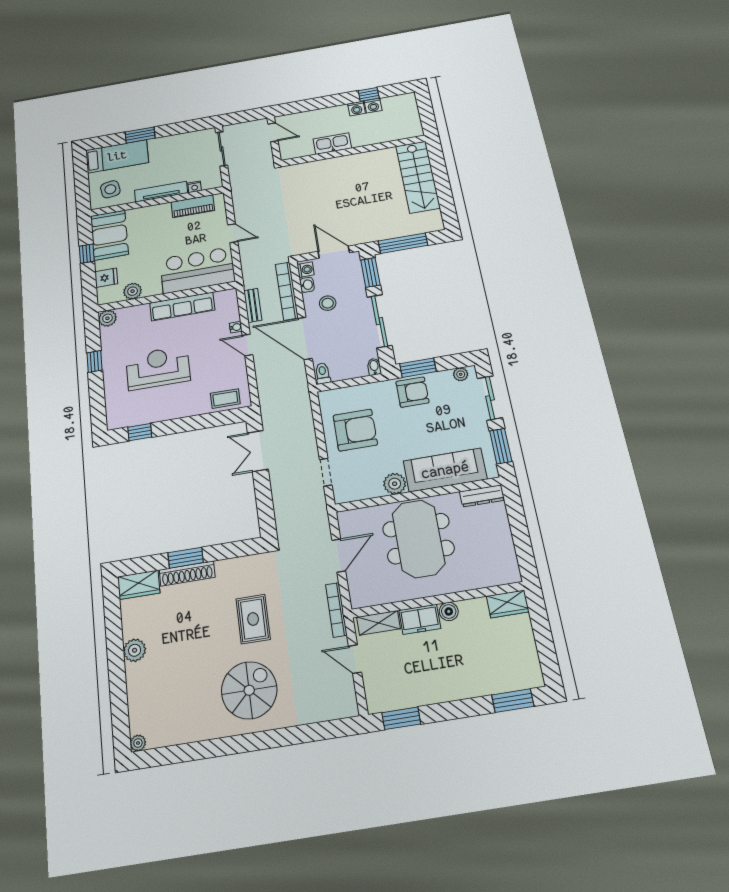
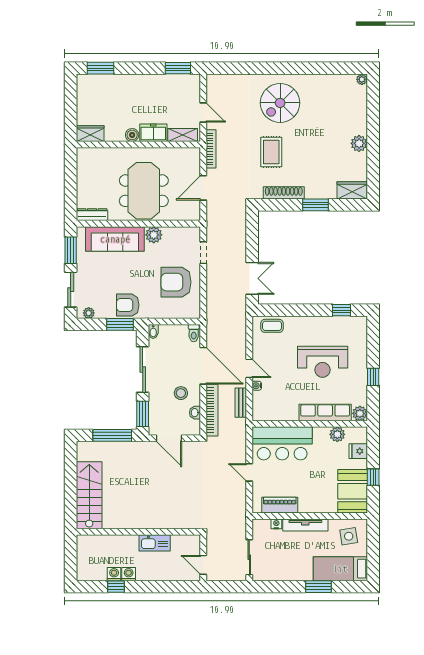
washing machine: (306, 270) -> (194, 427), removed
row of seats: (182, 306) -> (325, 412), moved
shoe rack: (187, 574) -> (284, 193), moved

